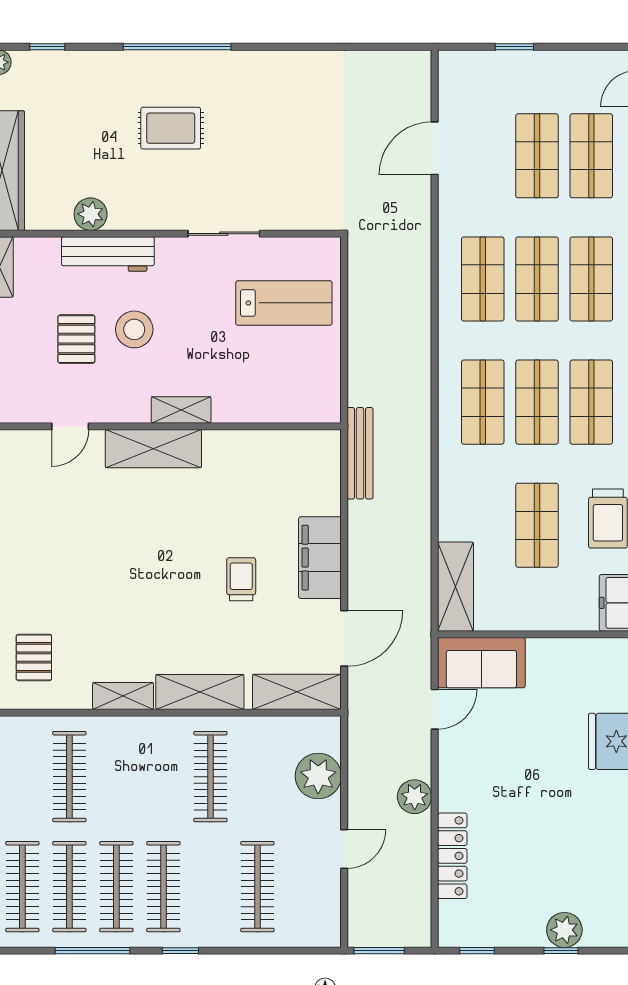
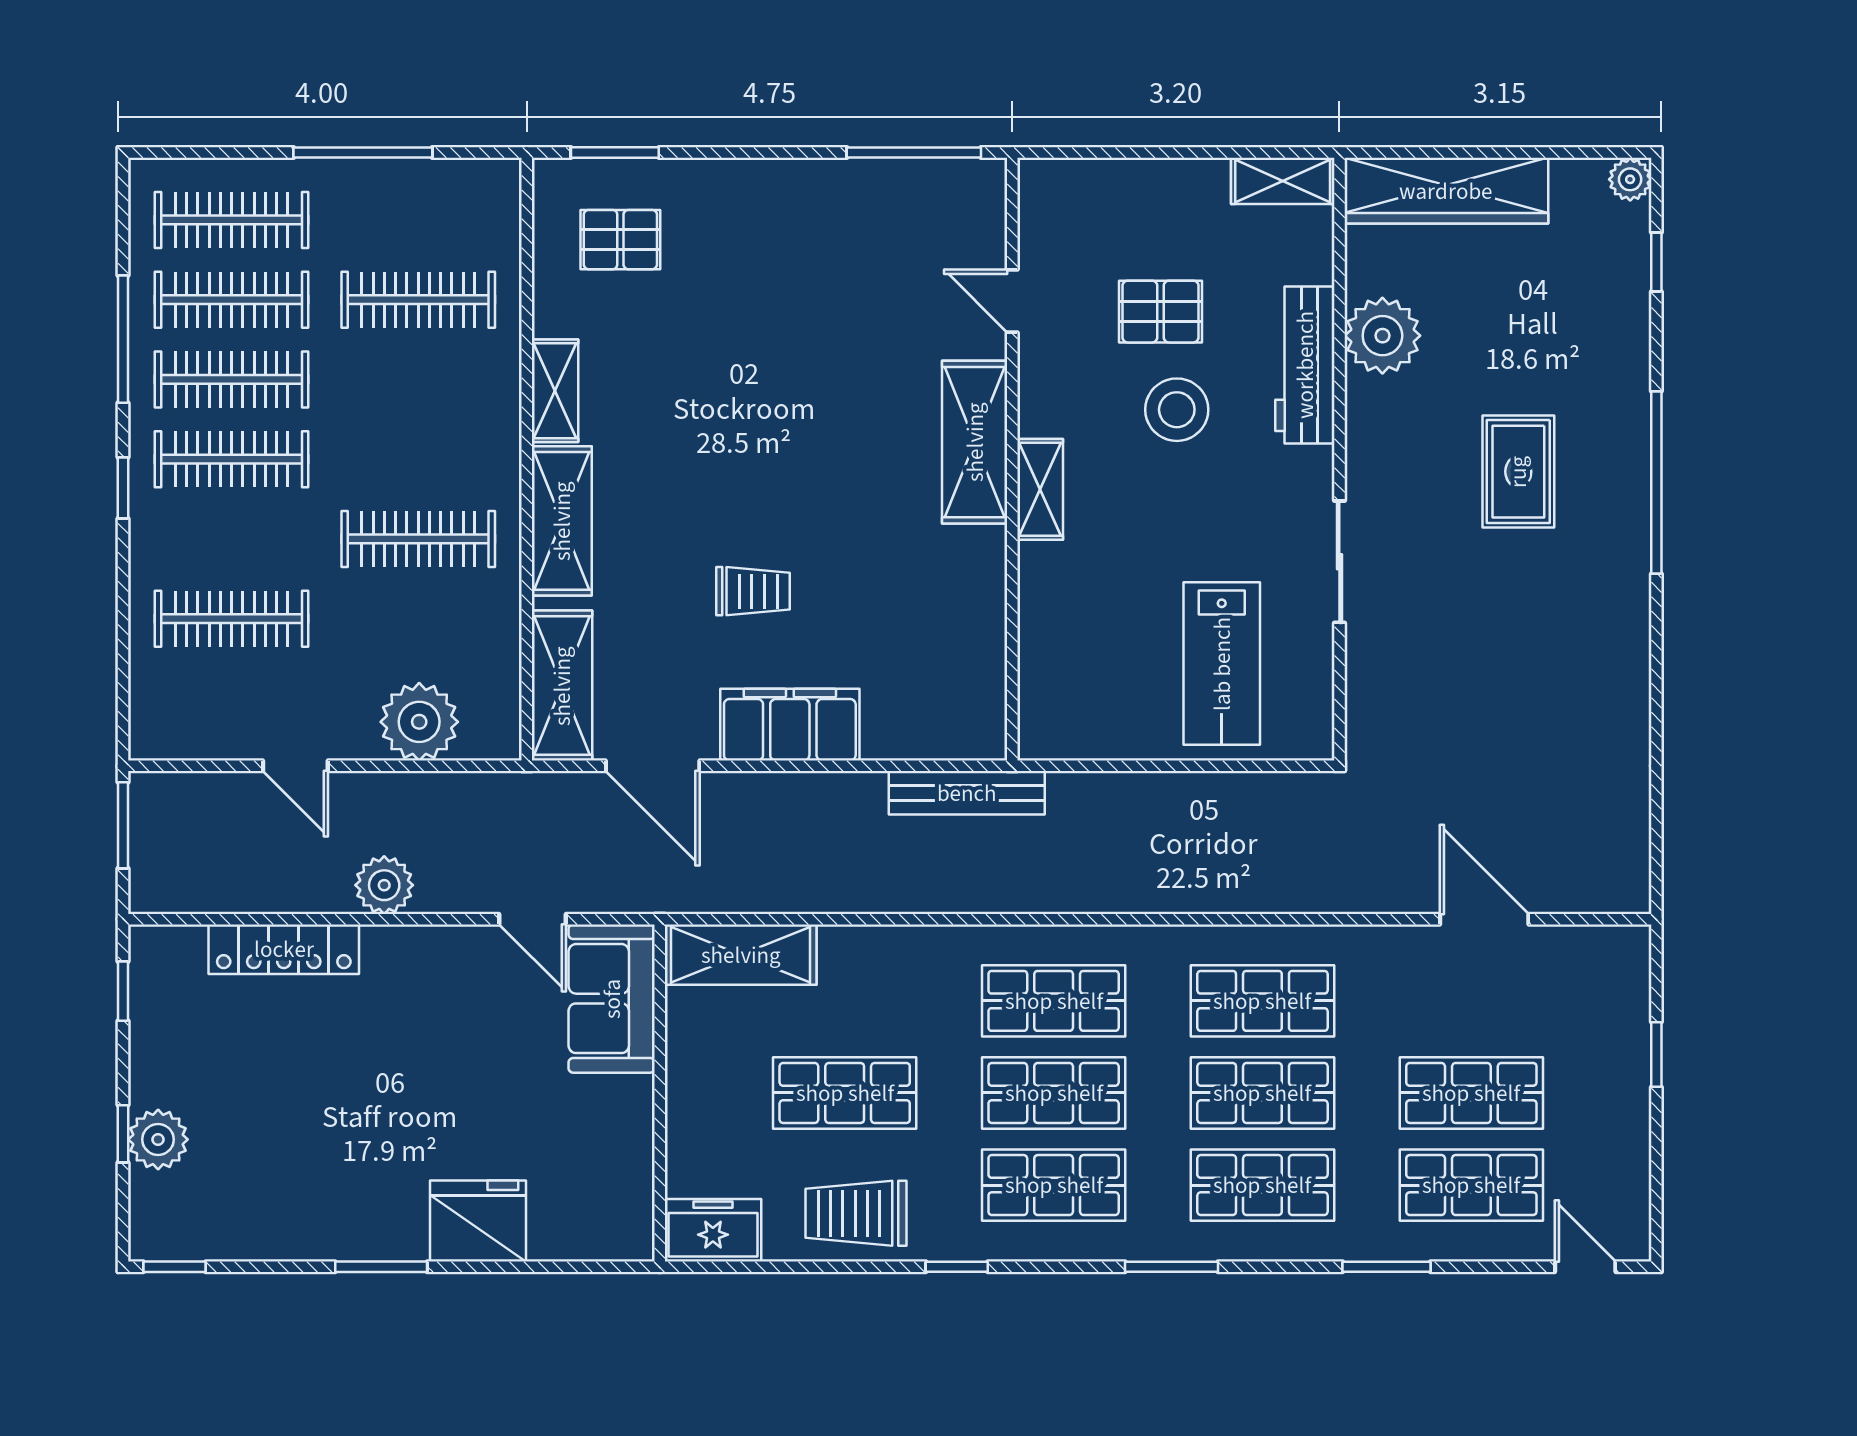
plant: (91, 214) -> (1382, 336), width x1.36, depth x1.36

